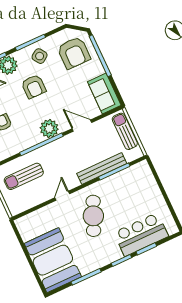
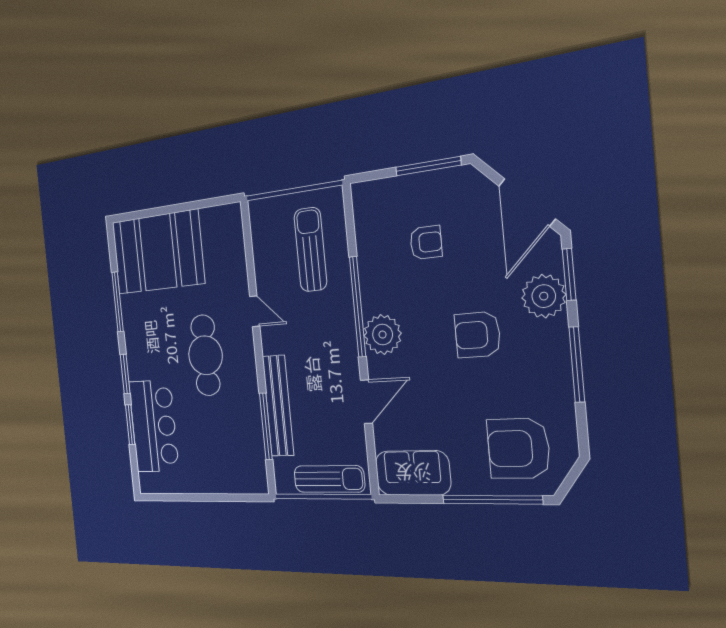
side table: (40, 56) -> (538, 373), removed
cafe table: (93, 216) -> (205, 355), turned 66

